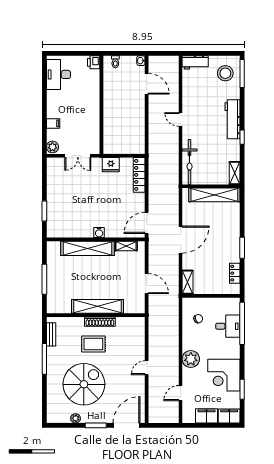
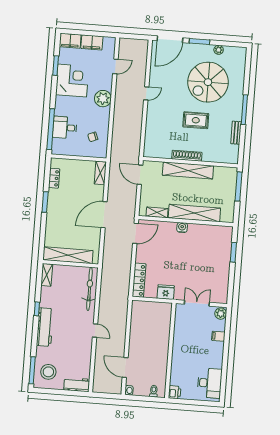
shelving: (98, 306) -> (188, 170), moved
wall: (96, 315) -> (190, 162), moved
shoe rack: (100, 322) -> (187, 156), moved

